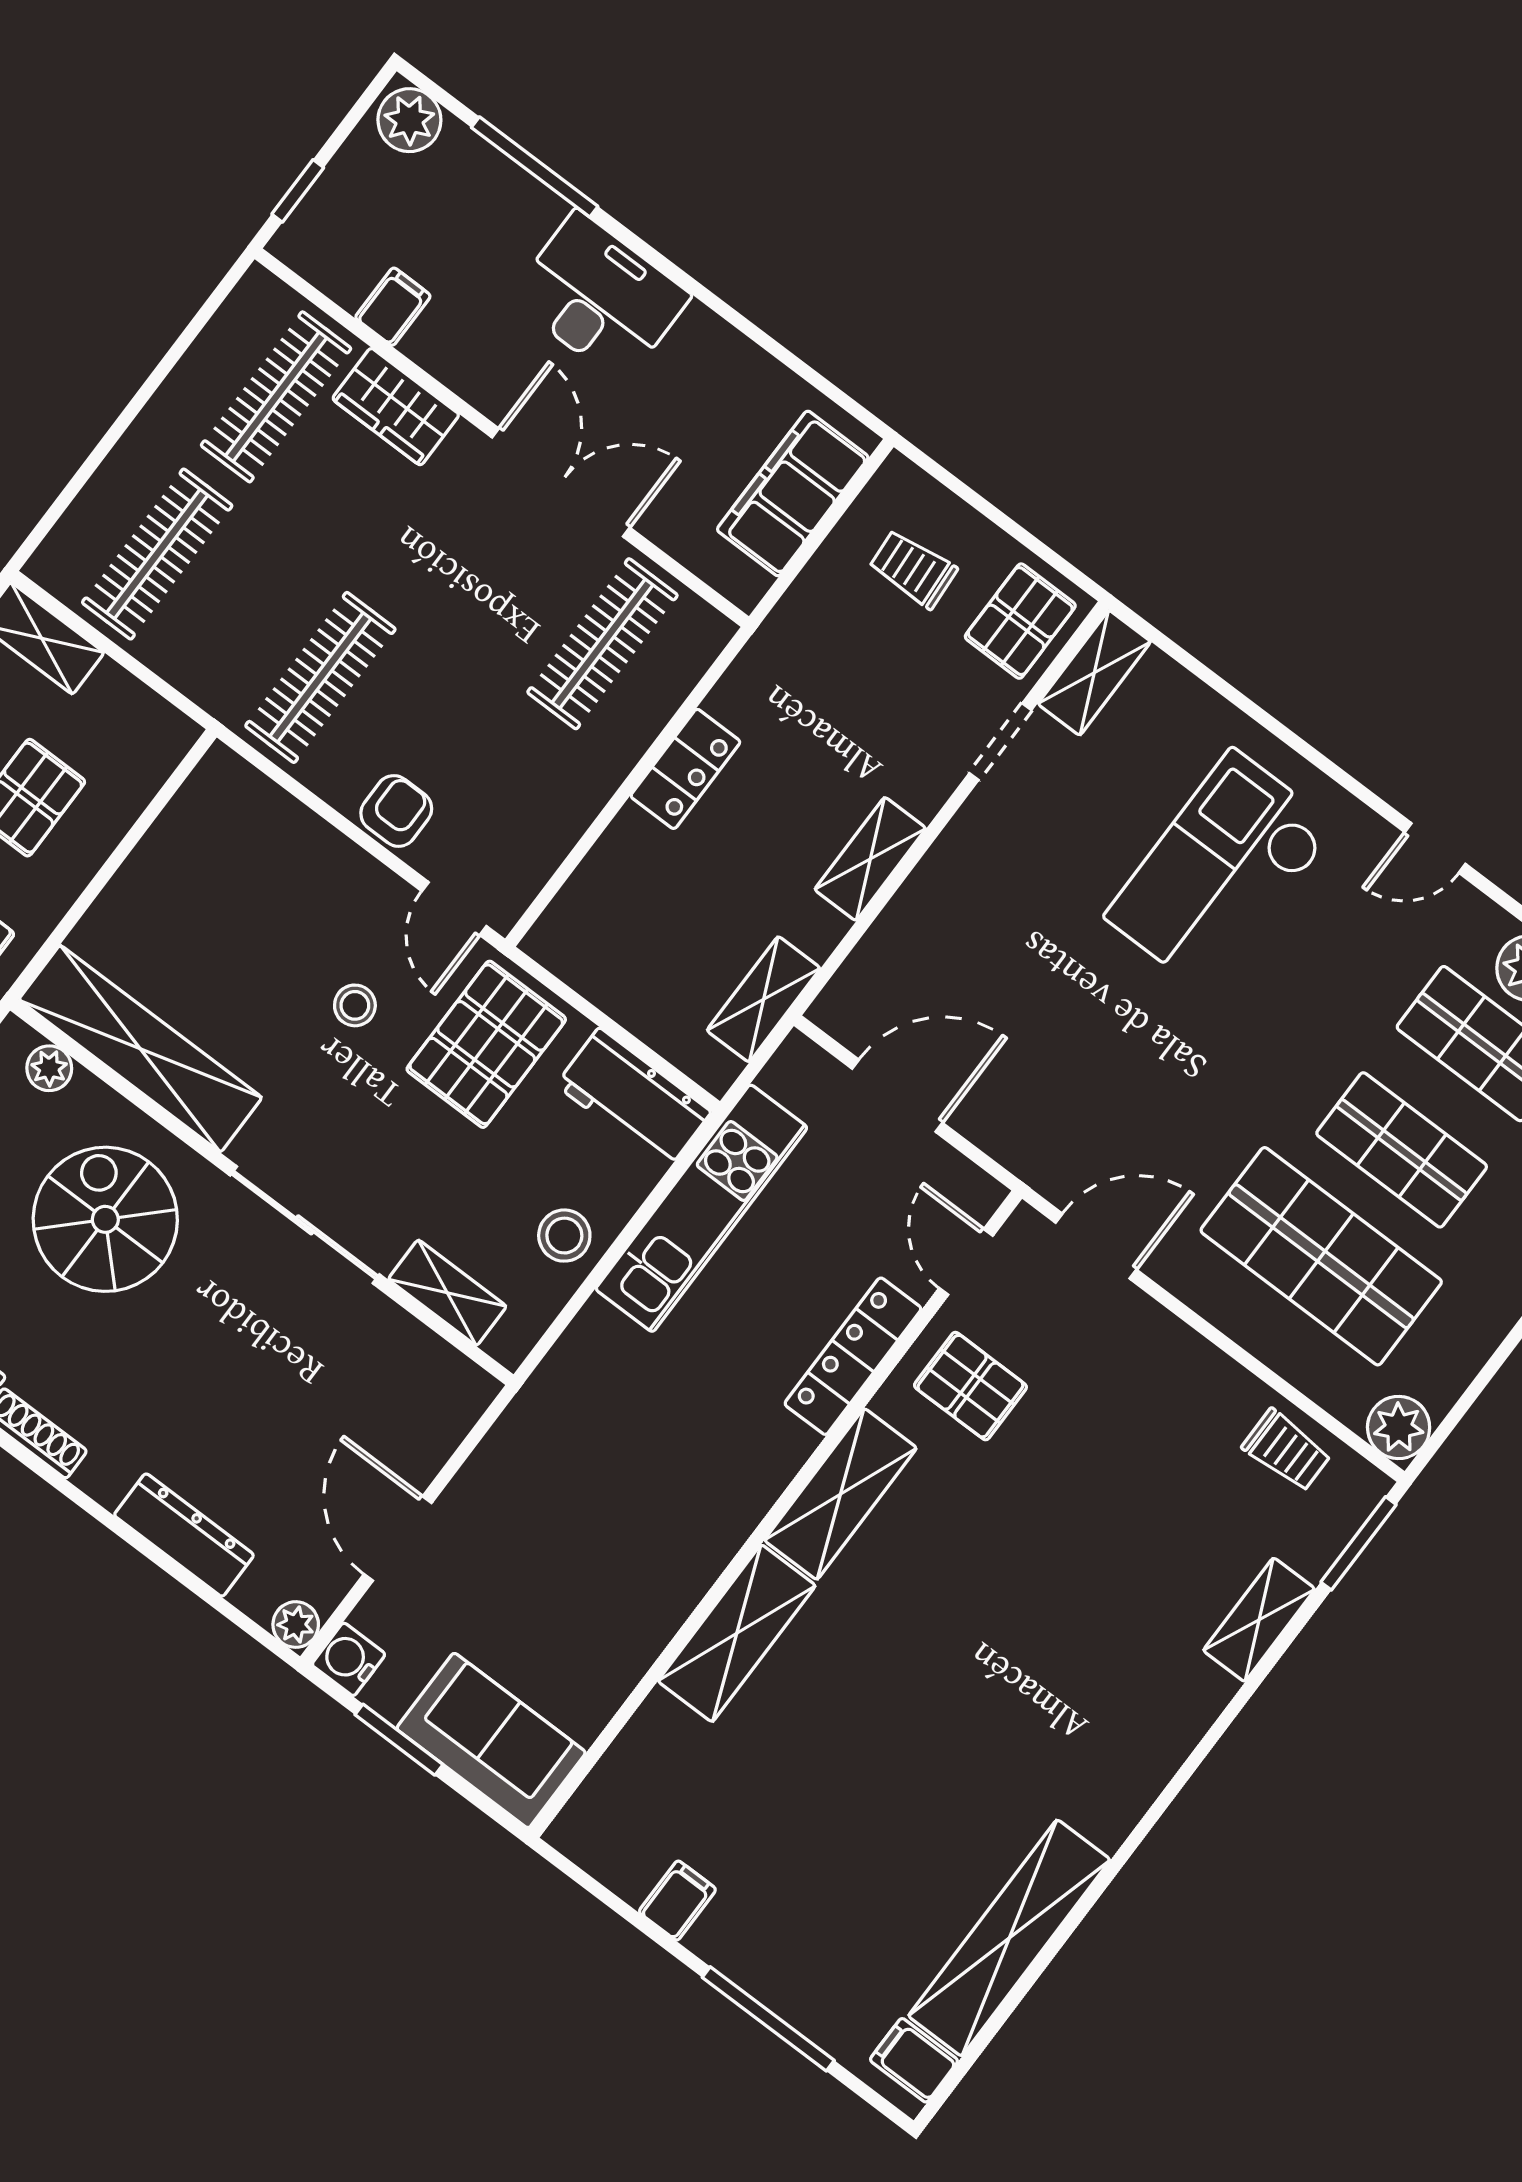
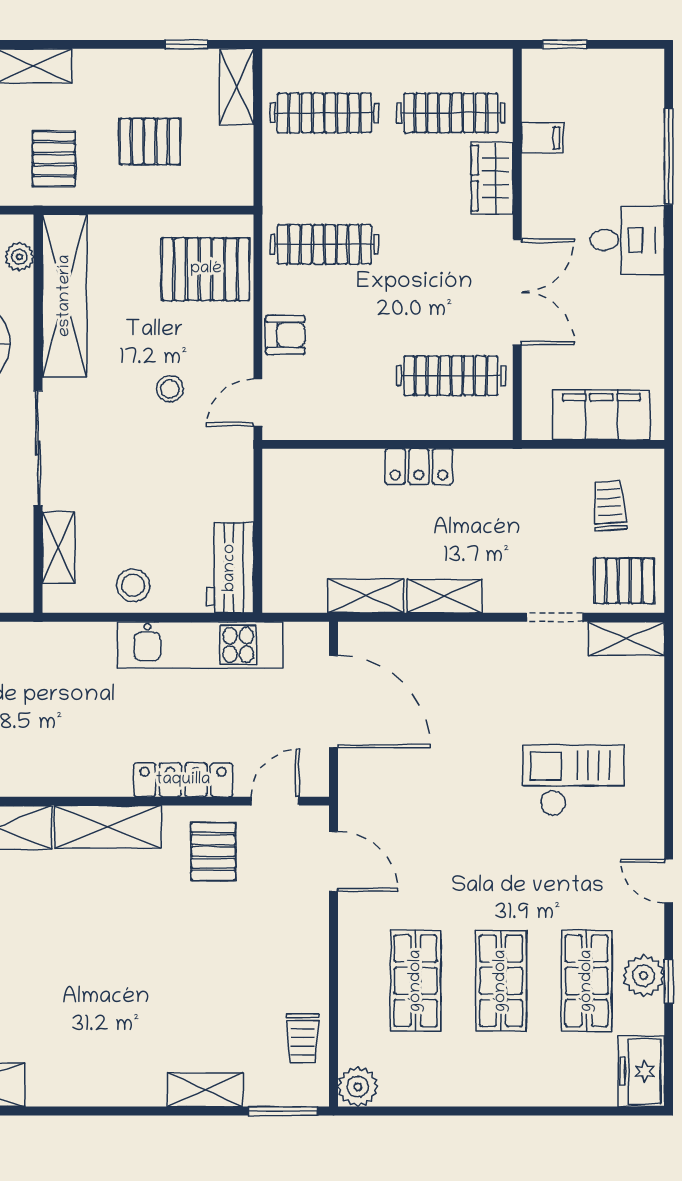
plant: (409, 120) -> (644, 74), removed
desk: (600, 297) -> (627, 240), width x0.73
checkout: (1220, 872) -> (573, 780), width x0.73, depth x0.83
shelving: (764, 999) -> (366, 596), moved
pallet: (486, 1044) -> (206, 269), moved
door: (897, 1096) -> (334, 702), width x1.36
shop shelf: (1321, 1256) -> (416, 981), width x0.70, depth x0.74

